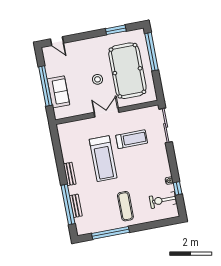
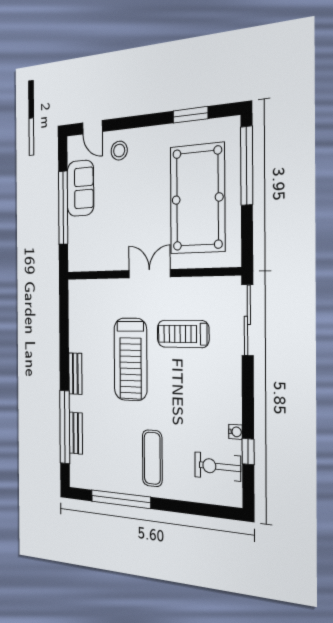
stool: (97, 79) -> (119, 151), moved
sofa: (58, 92) -> (80, 188), moved
treadmill: (132, 139) -> (183, 334), turned 180

